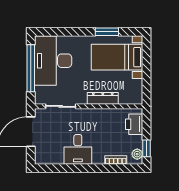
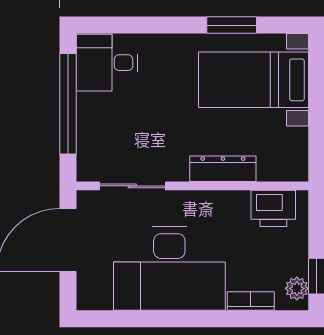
desk: (53, 61) -> (107, 63), width x0.53, depth x0.77
printer: (134, 124) -> (273, 208), moved, turned -90
desk: (78, 149) -> (169, 269), width x1.87, depth x1.30

